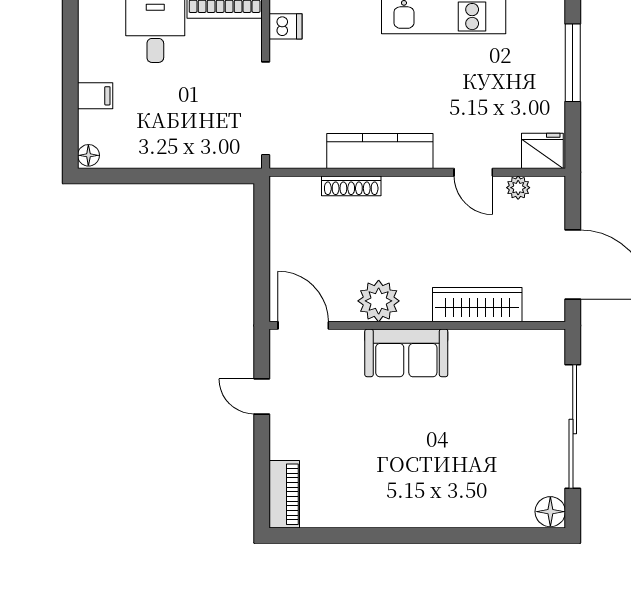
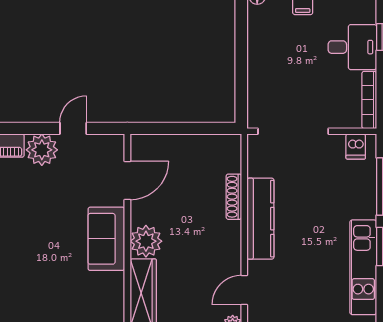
plant: (379, 301) -> (146, 241), moved
door: (303, 325) -> (127, 180), moved
plant: (290, 437) -> (42, 150), added

